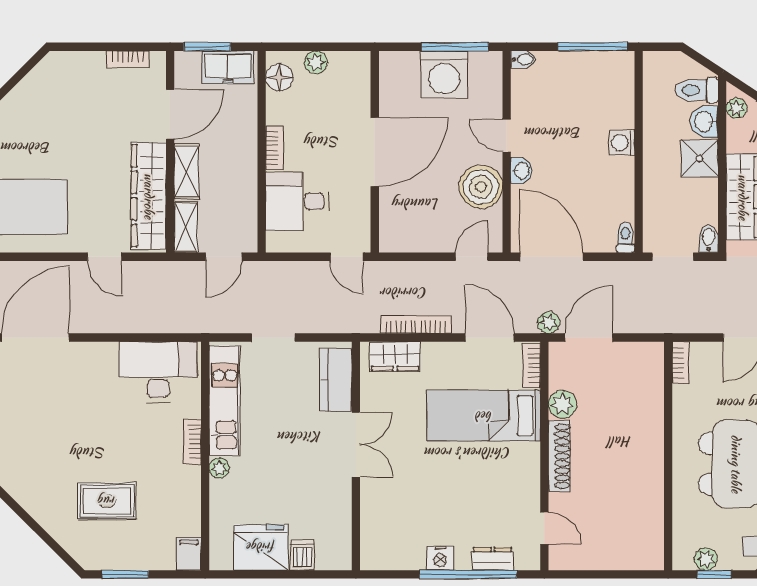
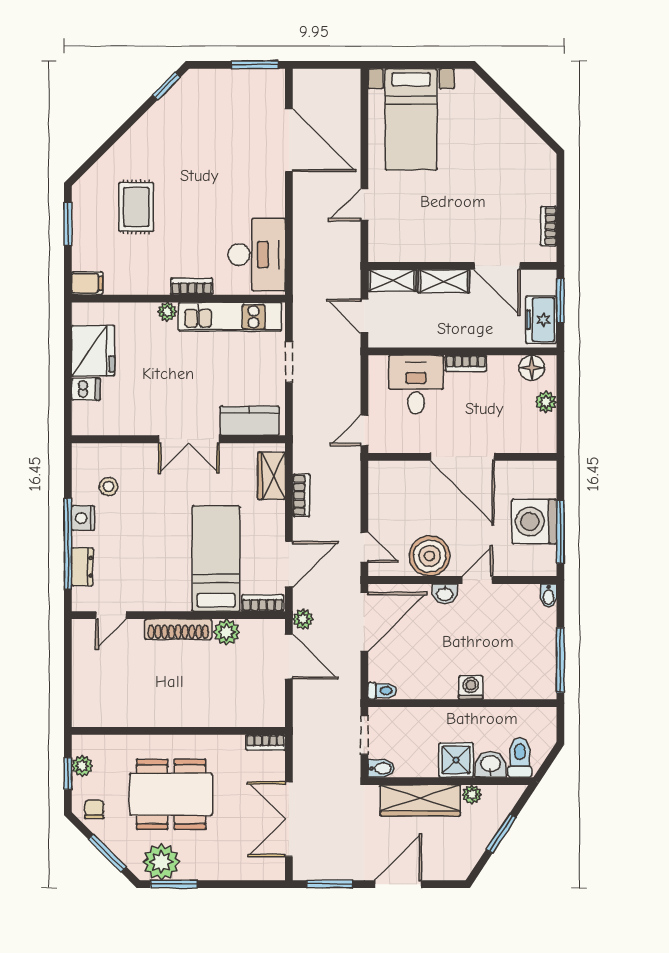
plant: (736, 108) -> (472, 794), moved
wardrobe: (149, 196) -> (421, 246), removed
bookcase: (416, 324) -> (301, 495), width x0.64
stool: (406, 531) -> (109, 487), added

